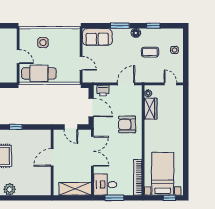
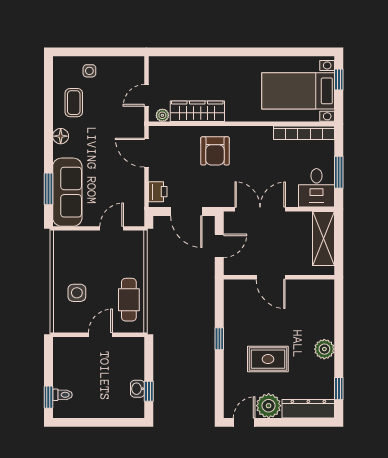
window: (120, 26) -> (48, 189), moved
window: (153, 26) -> (48, 107), removed
sofa: (97, 37) -> (67, 192), width x1.36
coffee table: (150, 52) -> (74, 103), moved
cafe table: (39, 73) -> (129, 300), width x0.73, depth x0.74
door: (170, 84) -> (147, 95), moved
door: (91, 107) -> (186, 211), swing flipped
wardrobe: (151, 109) -> (197, 111), width x1.50

